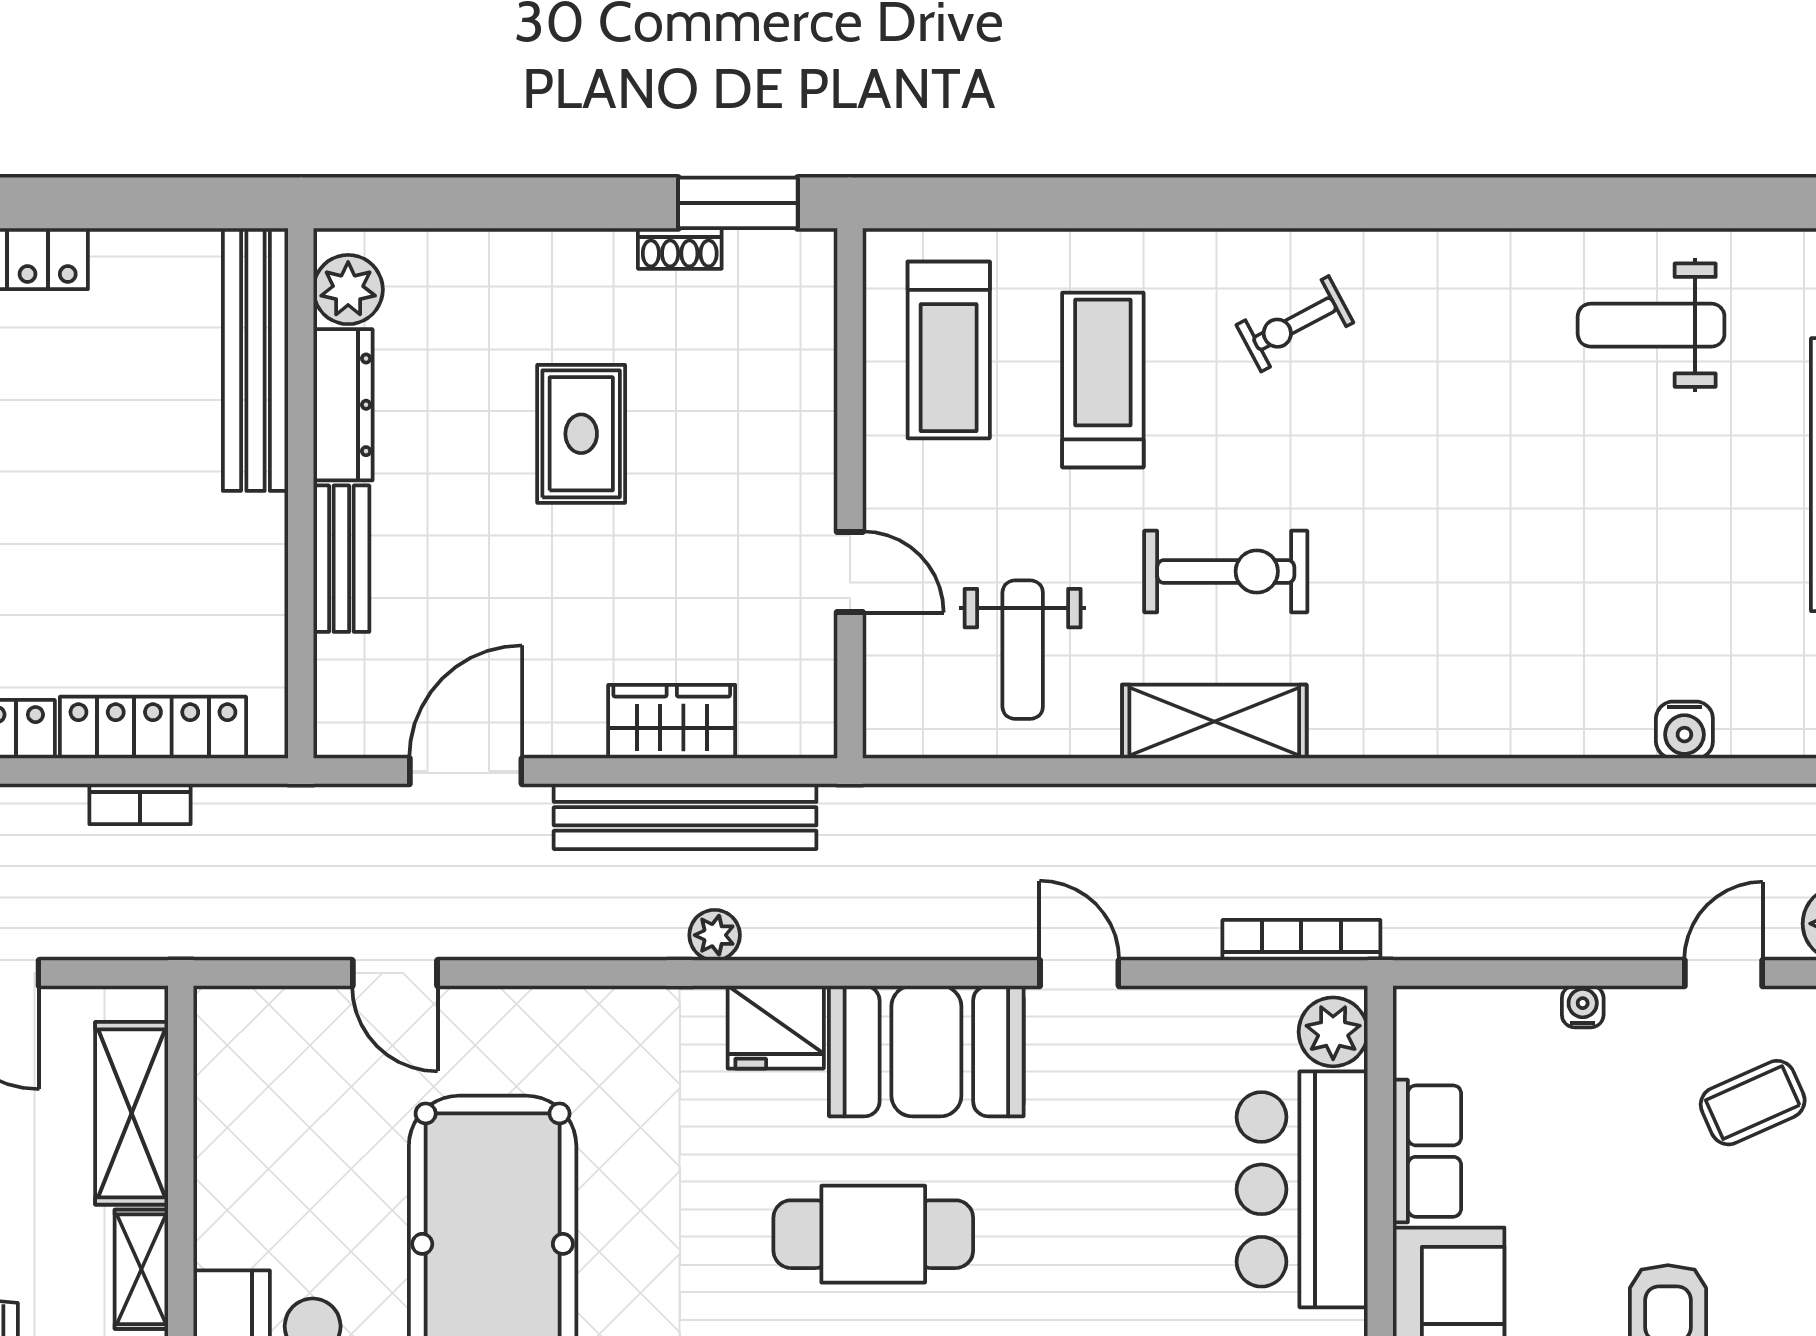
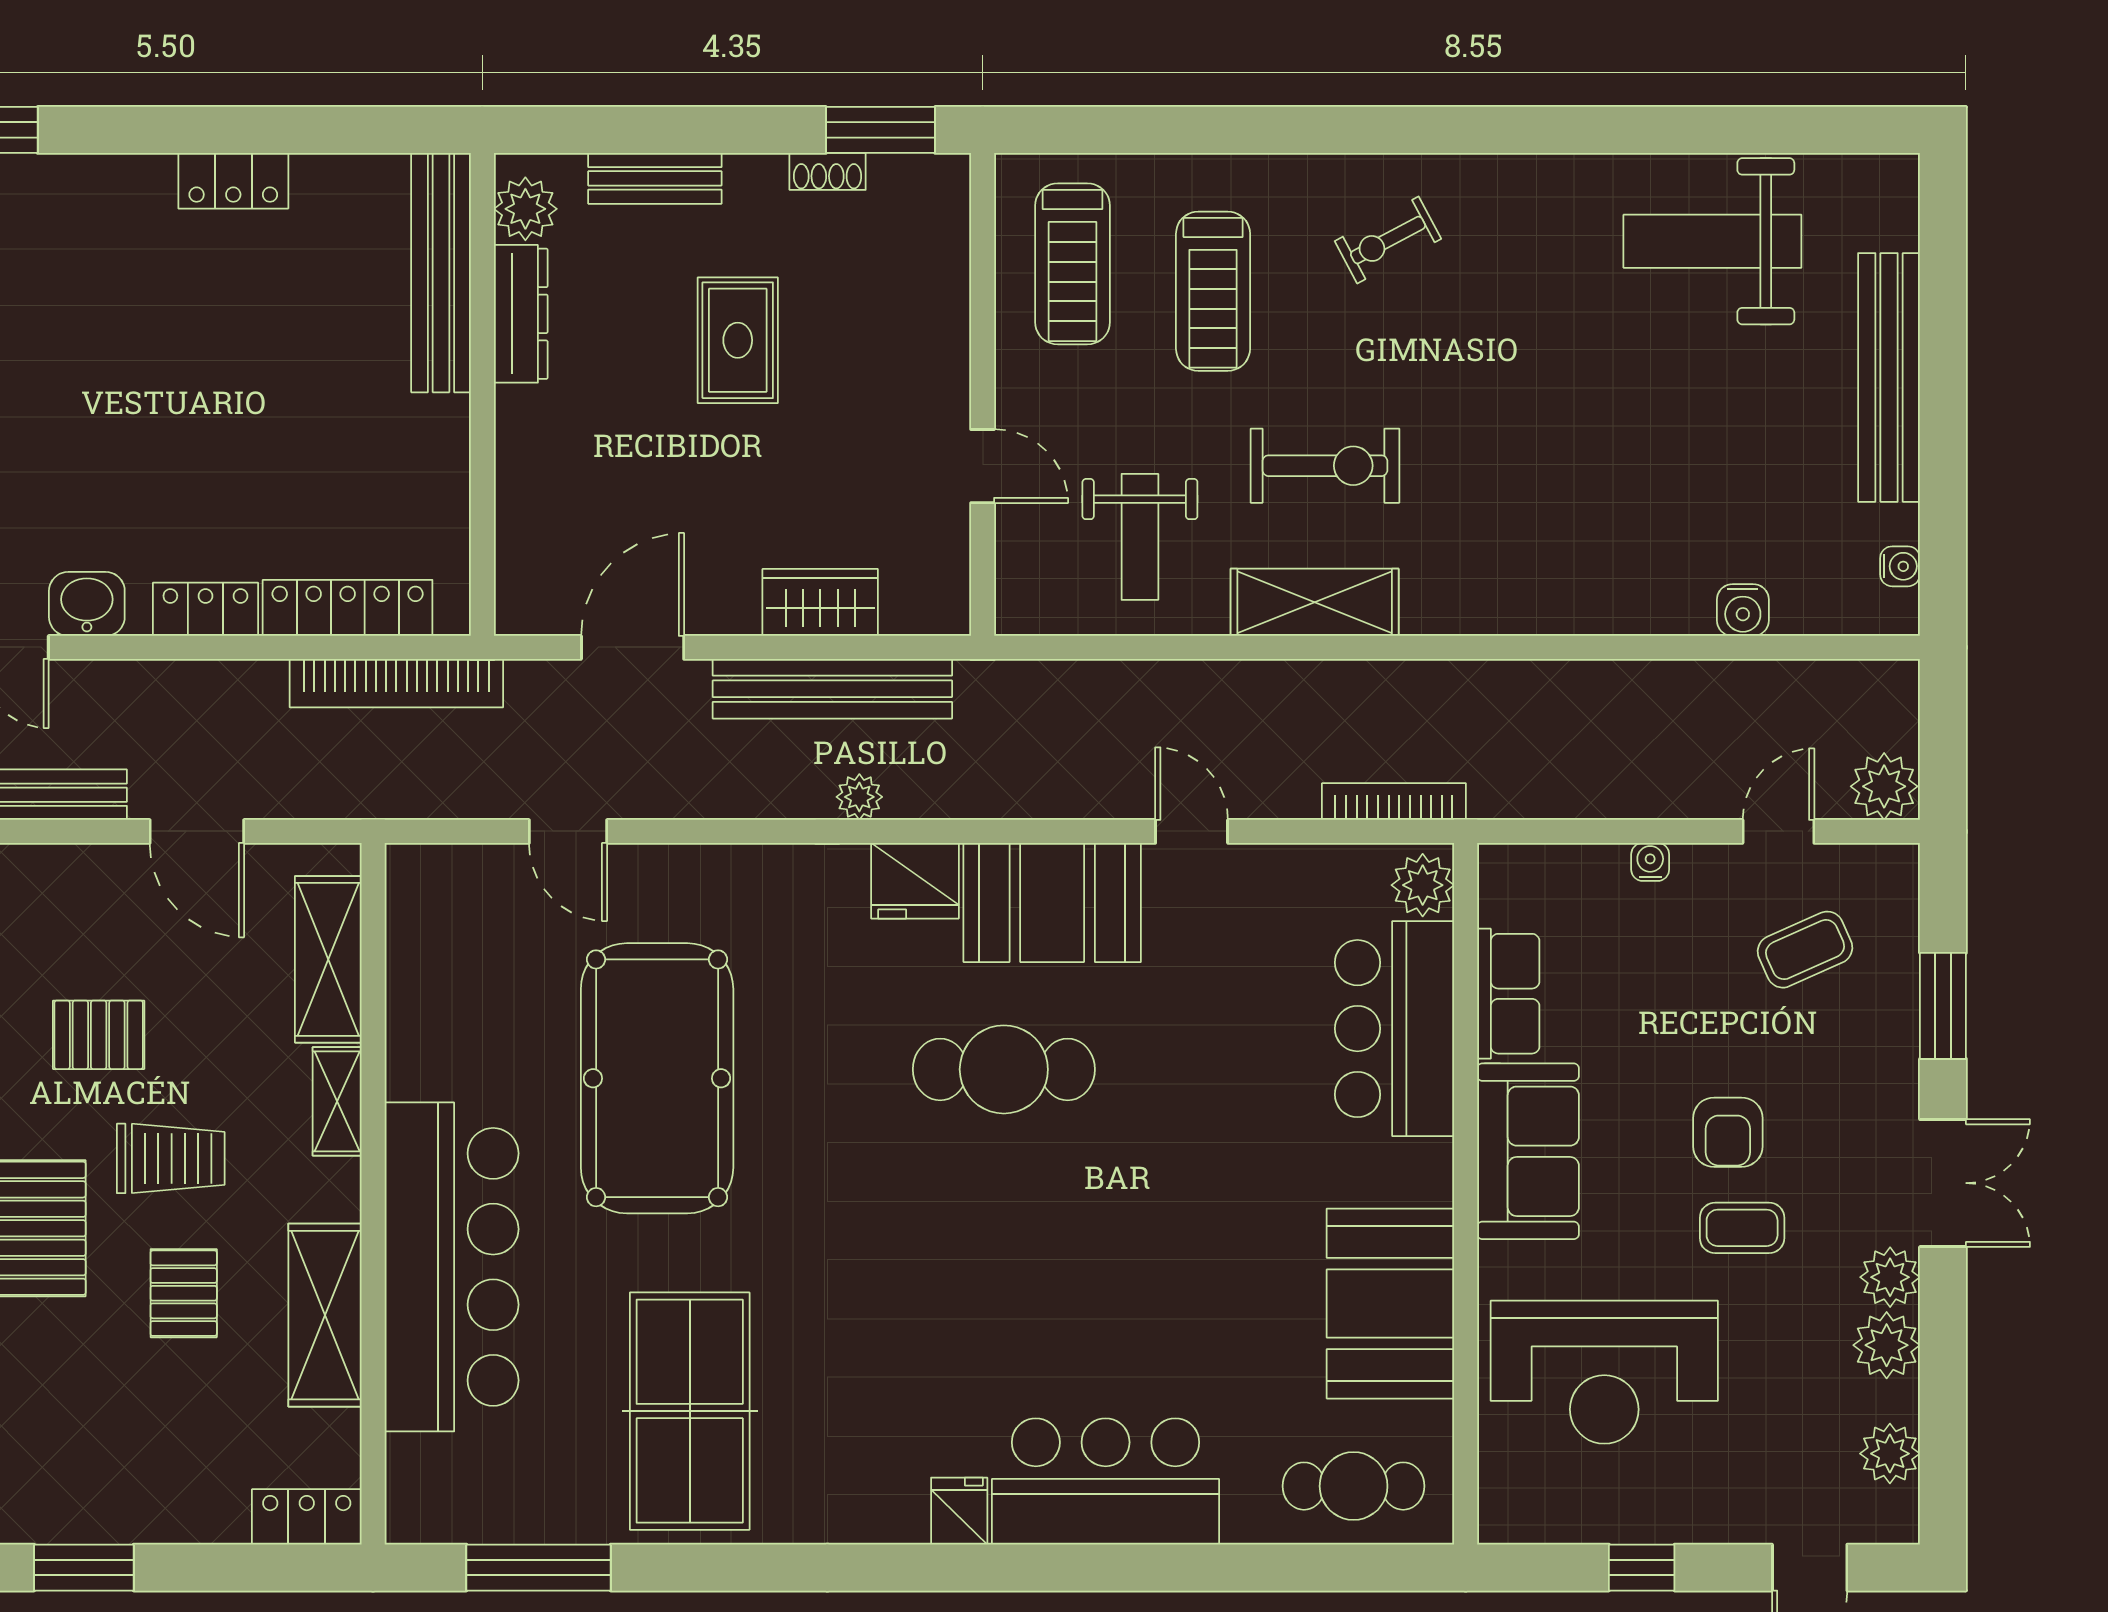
weight bench: (1651, 325) -> (1712, 241), width x1.36, depth x1.33
treadmill: (1103, 380) -> (1213, 291), turned 180
bench: (341, 559) -> (655, 178), moved, turned 90
bookcase: (140, 804) -> (396, 683), width x2.31, depth x1.31

